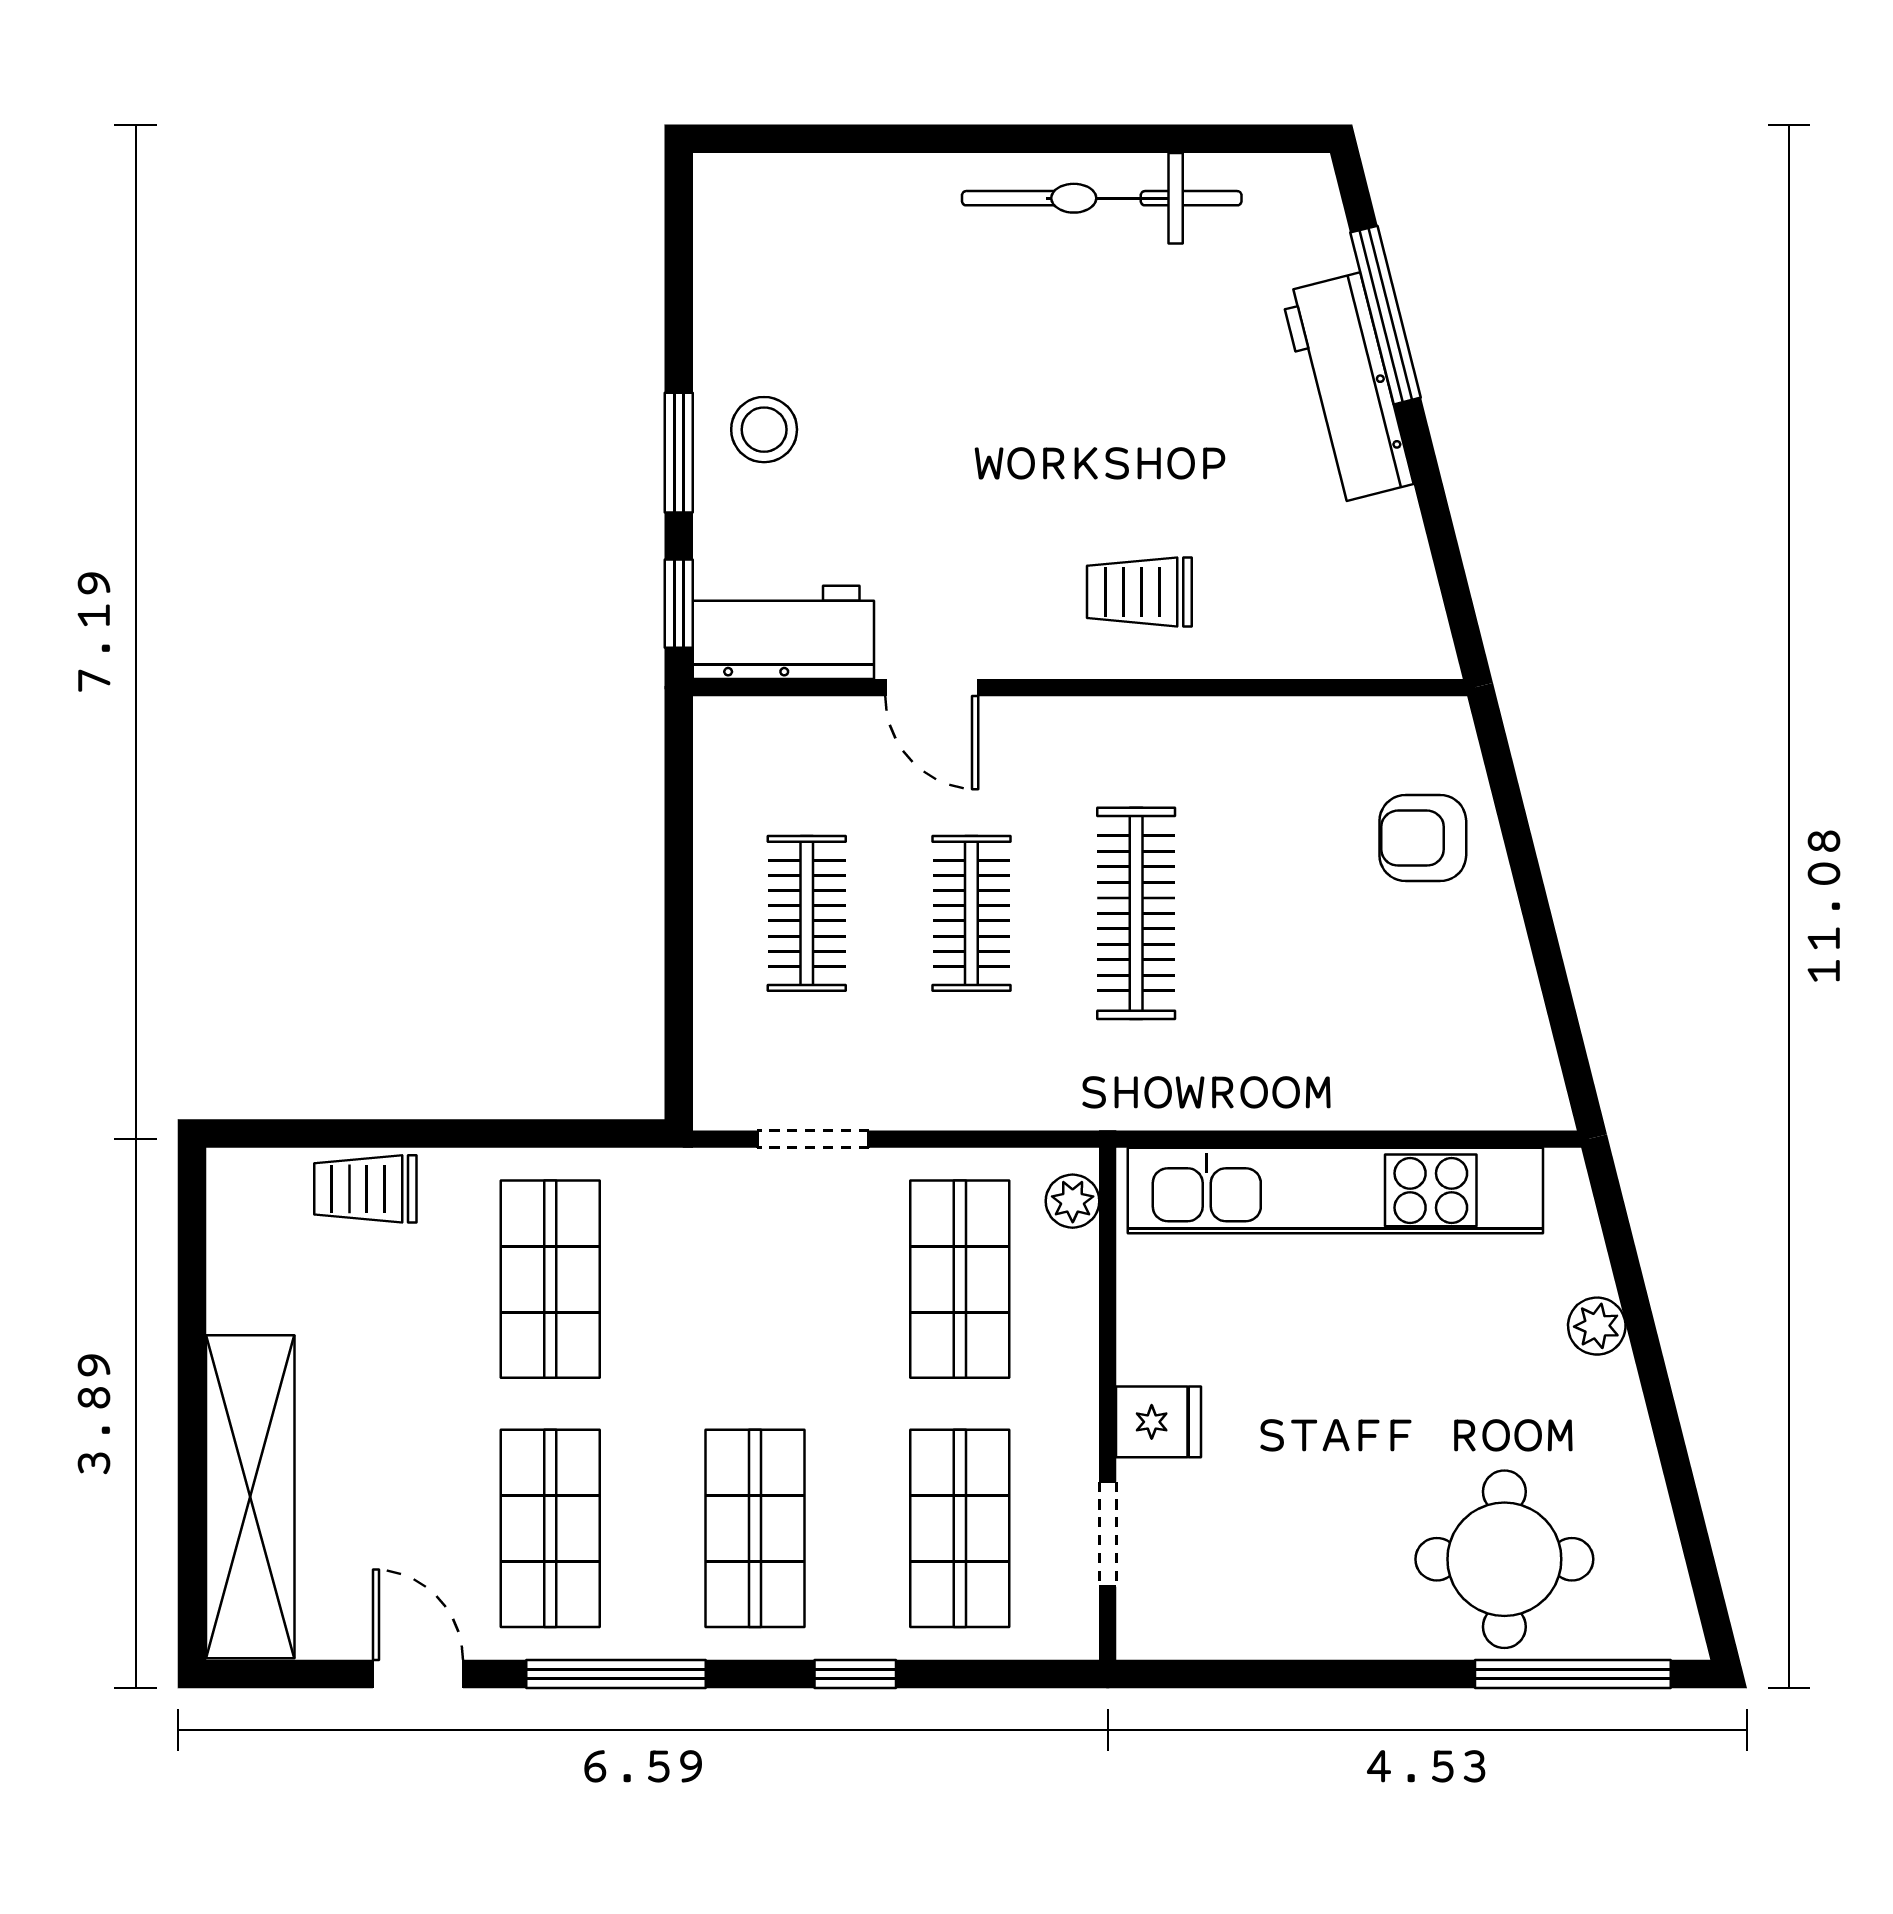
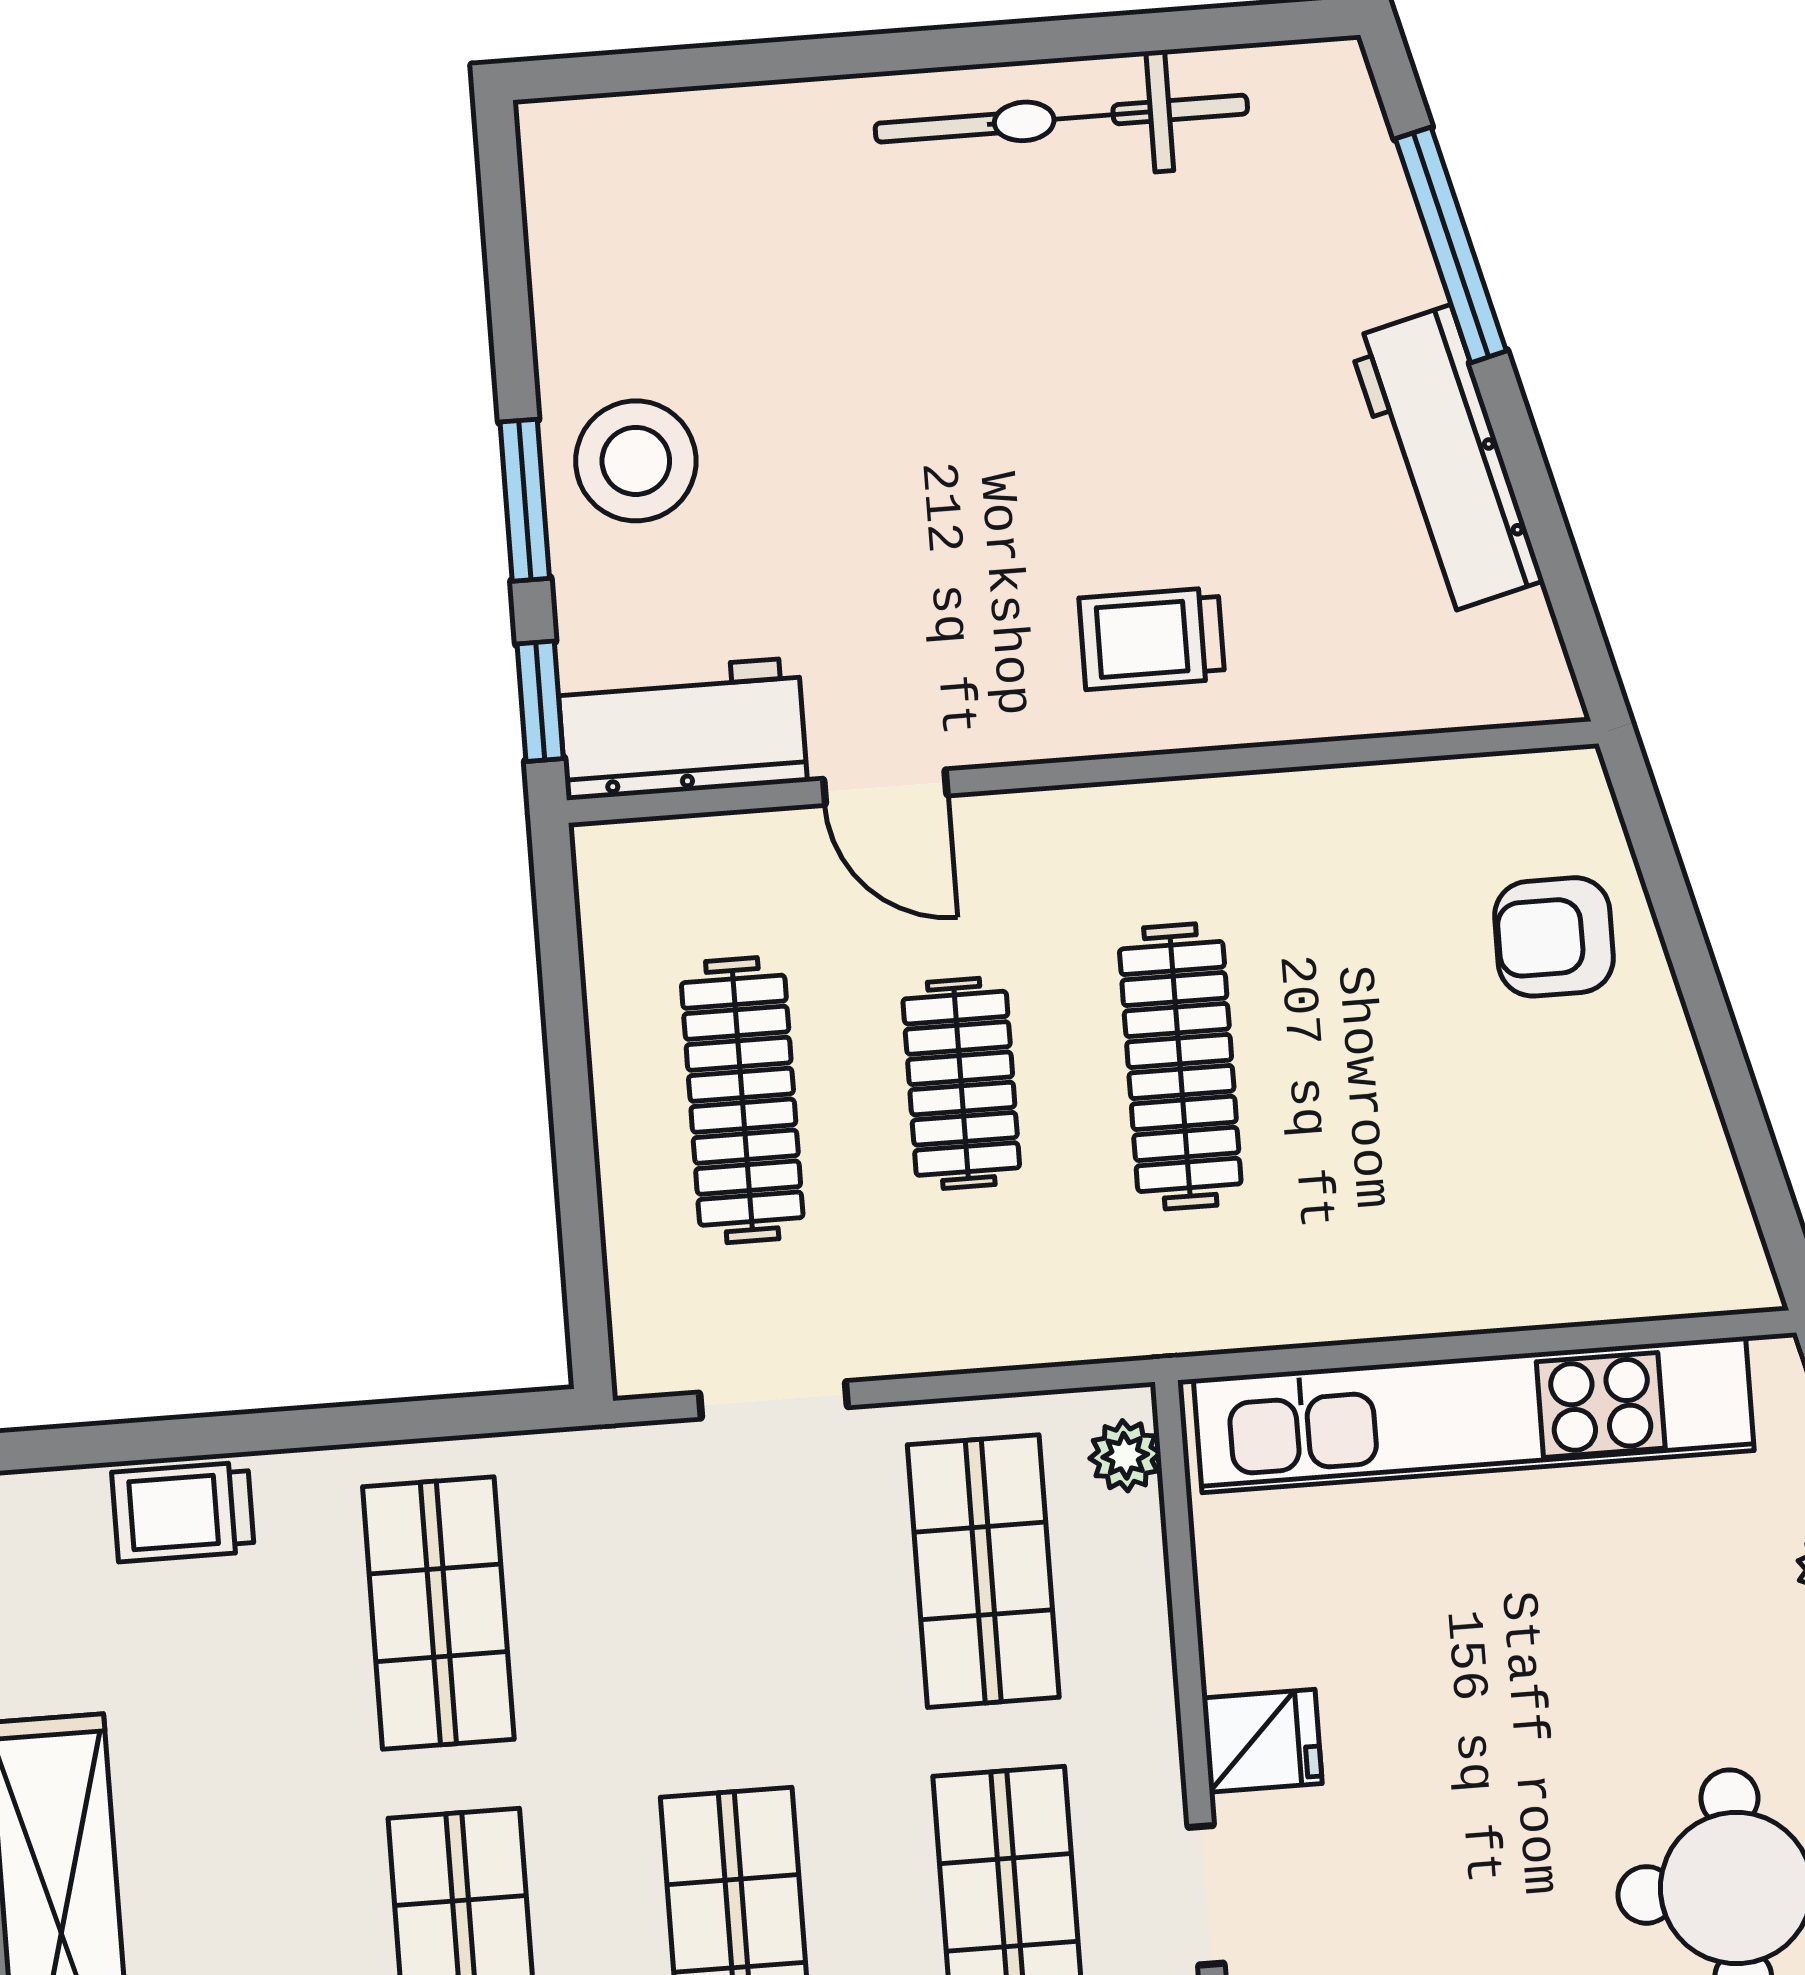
workbench: (1347, 388) -> (1445, 460), moved
stool: (764, 430) -> (636, 461), width x1.38, depth x1.38
clothes rail: (807, 913) -> (742, 1100), width x1.36

